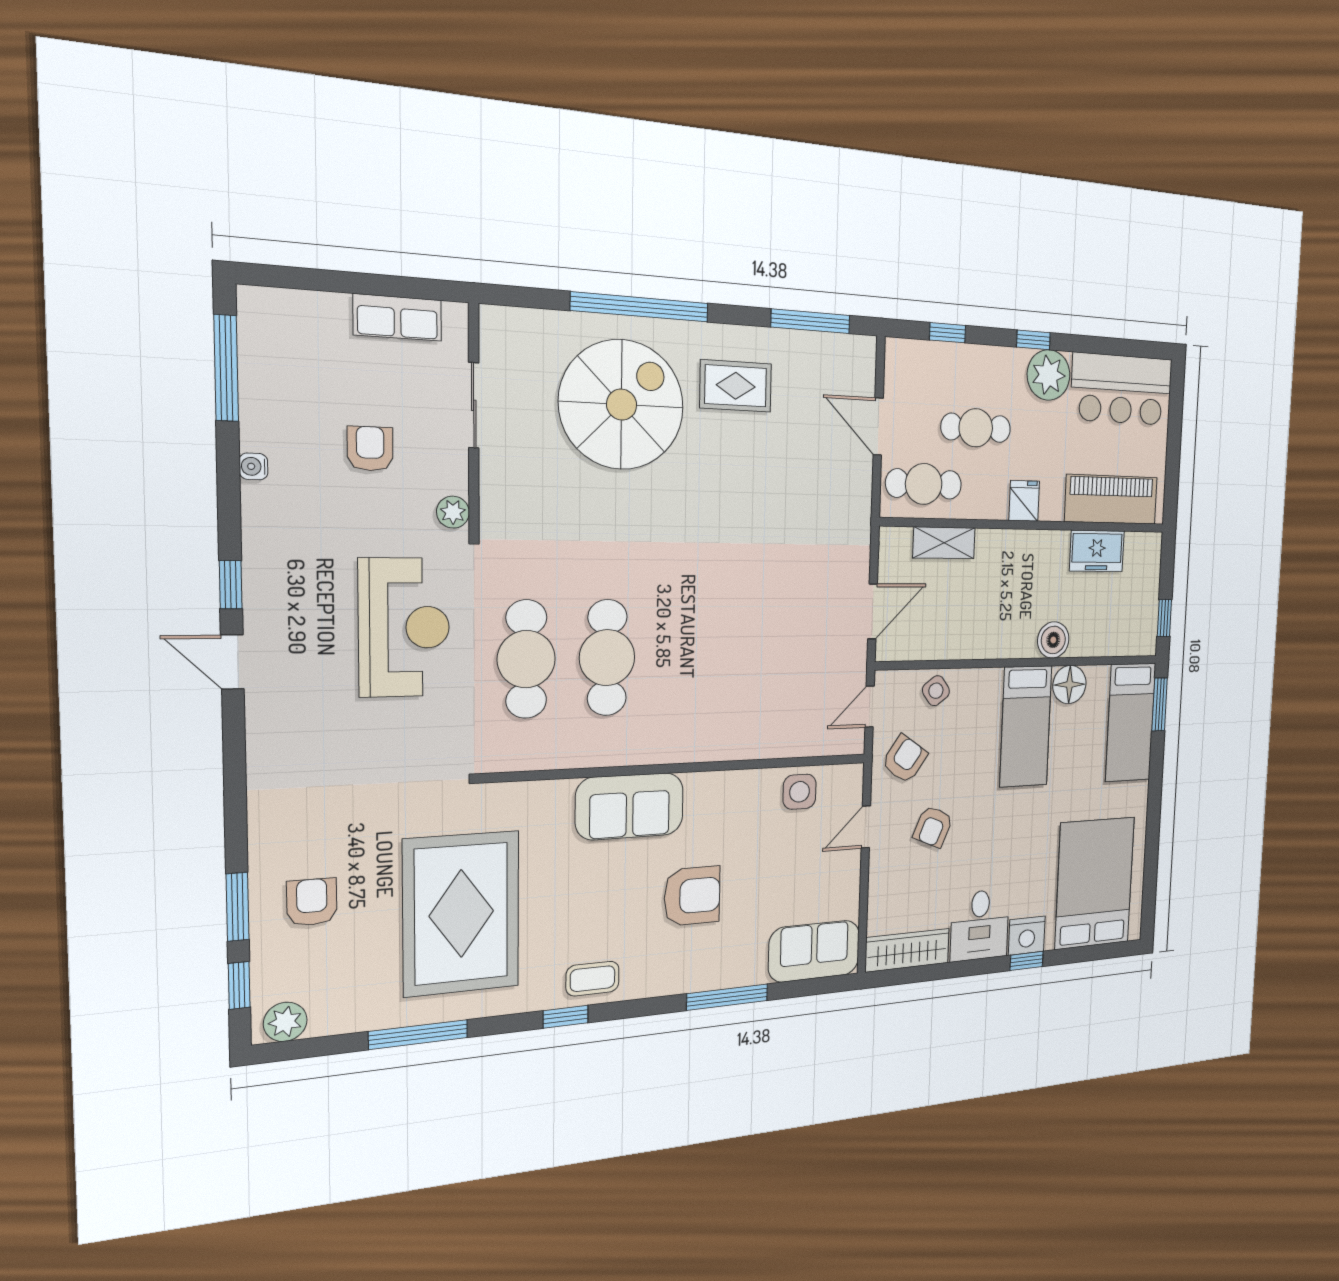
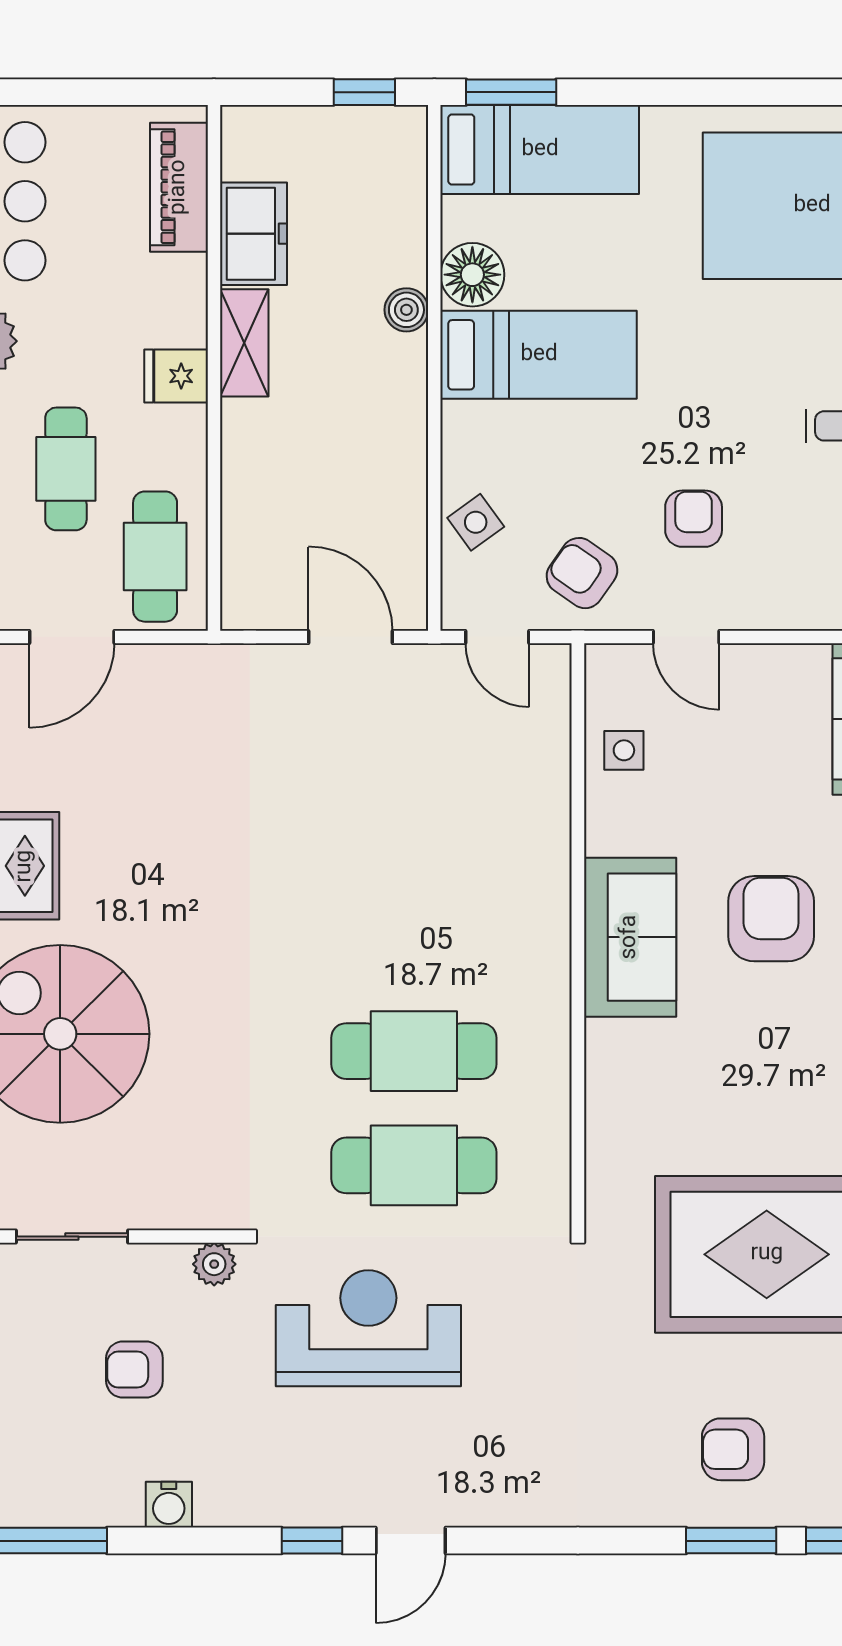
water cooler: (253, 466) -> (169, 1505), width x1.38, depth x1.38
piano: (1111, 499) -> (179, 187), width x0.73, depth x0.75
shelving: (944, 543) -> (244, 343), moved
boiler: (1053, 640) -> (406, 310), width x0.73, depth x0.73
side table: (800, 792) -> (624, 750), width x0.73, depth x0.73
sofa: (630, 806) -> (630, 937), moved
armchair: (933, 827) -> (694, 519), turned -113

